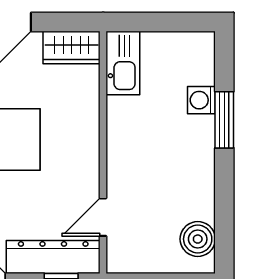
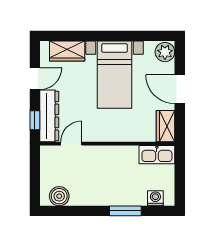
washing machine: (201, 100) -> (155, 198), moved
door: (103, 217) -> (71, 144), hinge flipped

